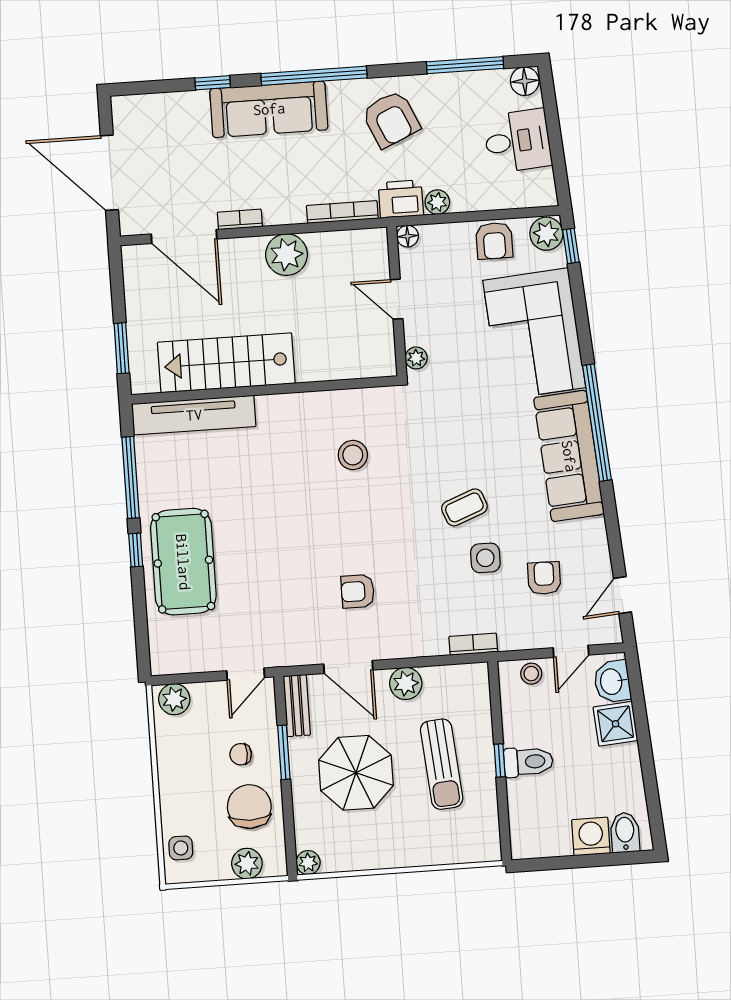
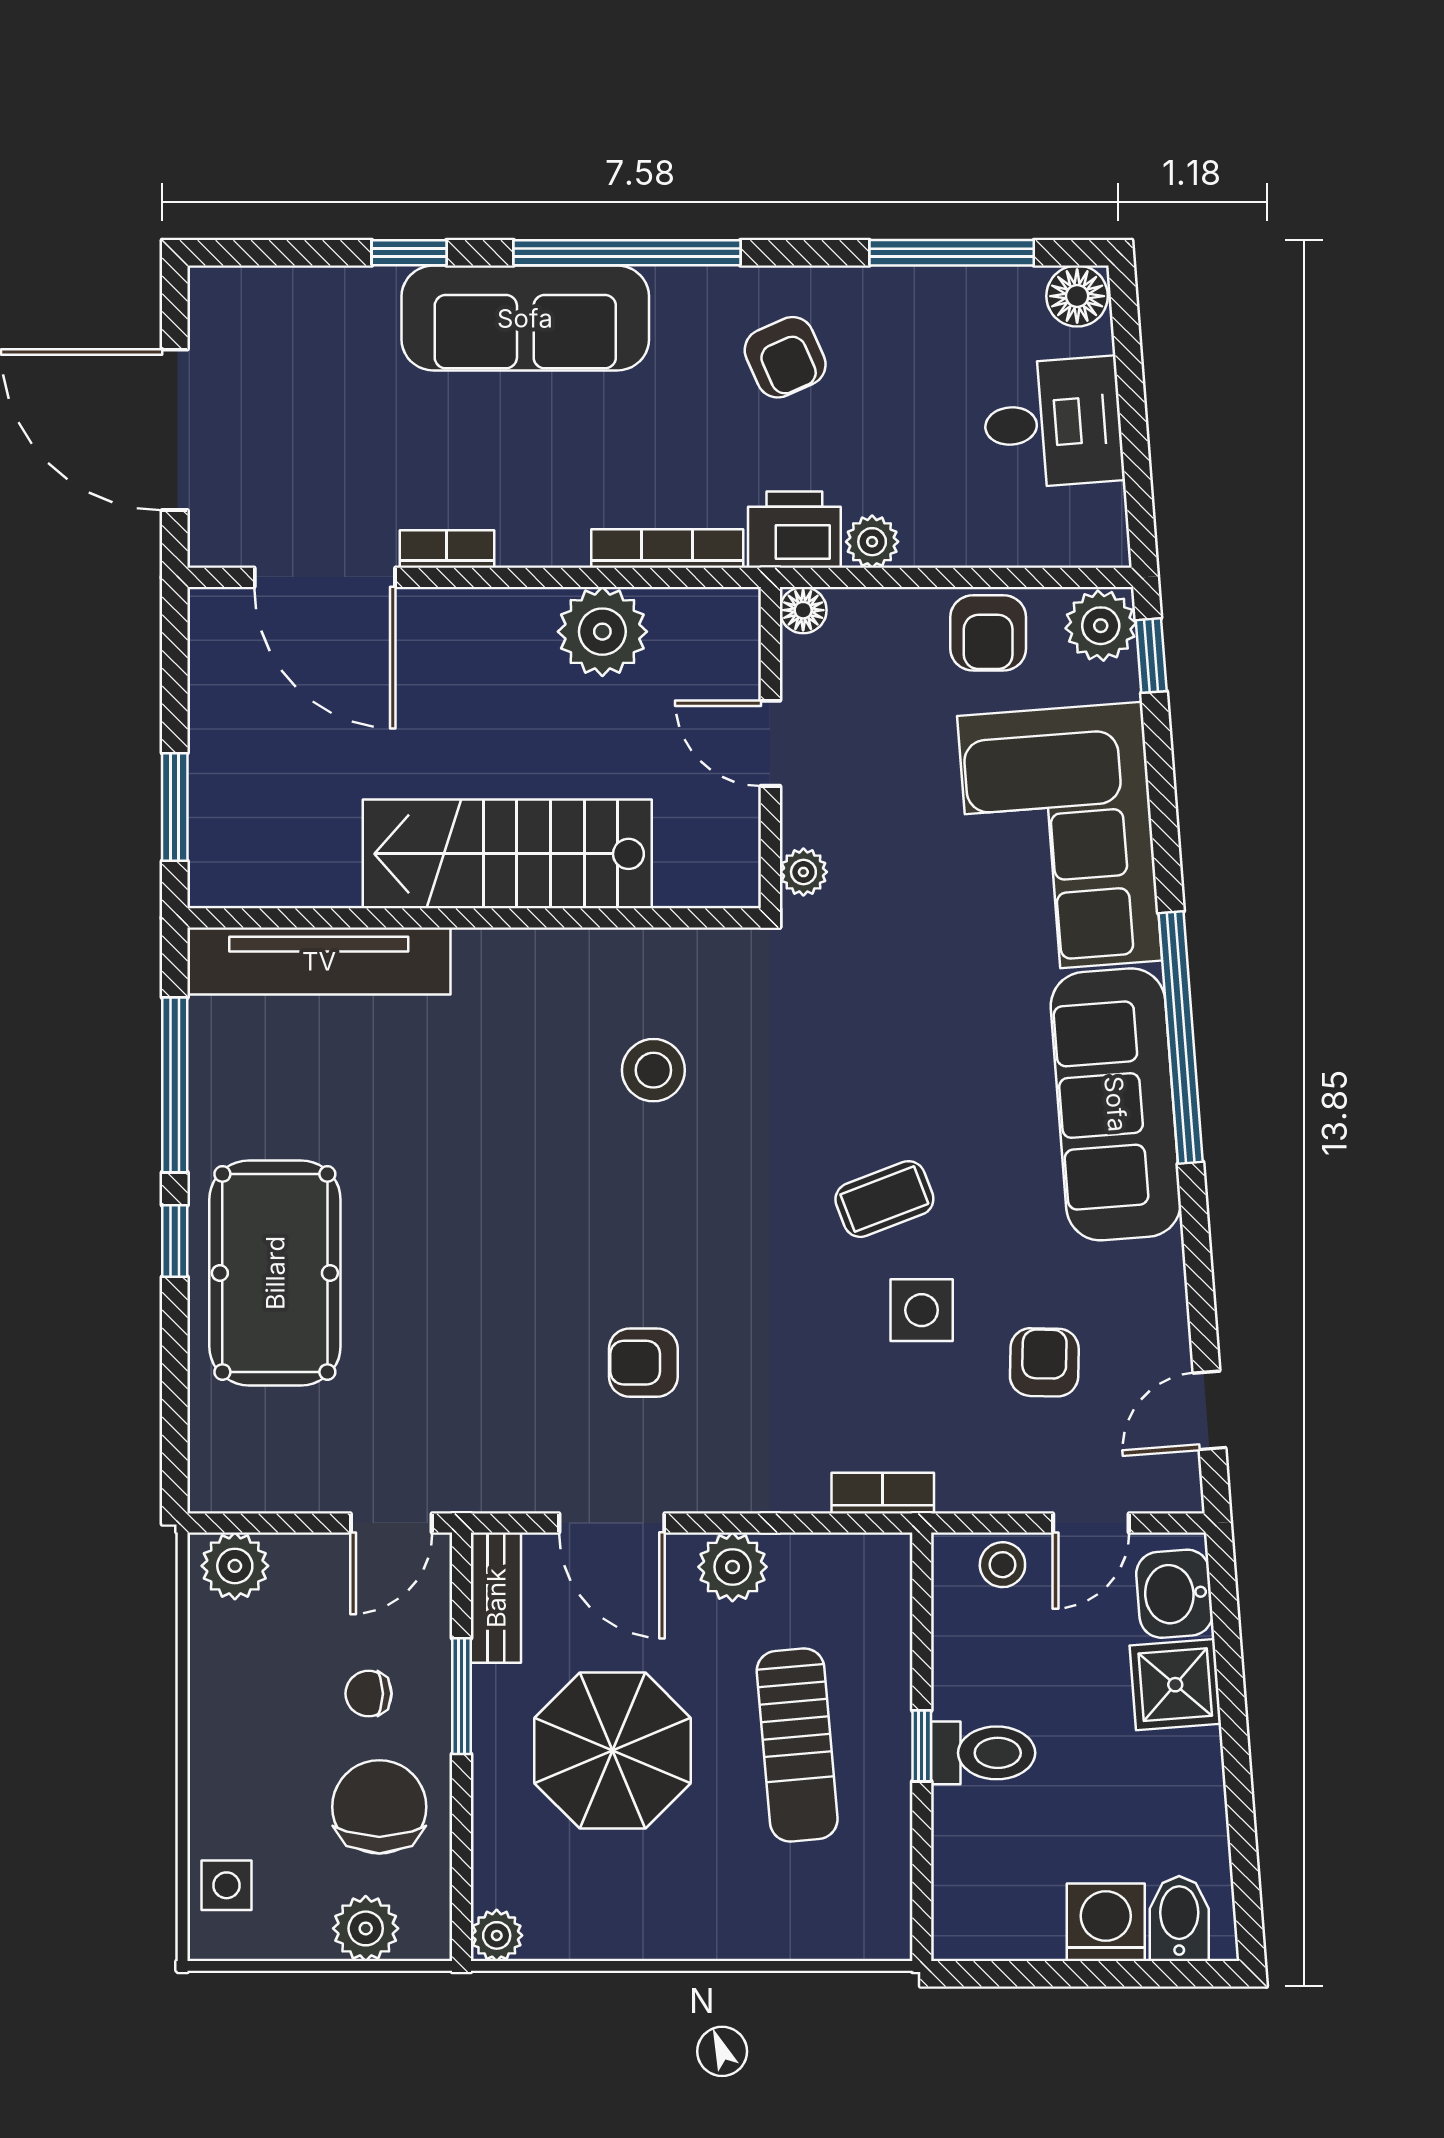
armchair: (391, 119) -> (785, 357), width x0.72, depth x0.72
plant: (286, 255) -> (602, 632), moved
stairs: (226, 363) -> (507, 854), moved

